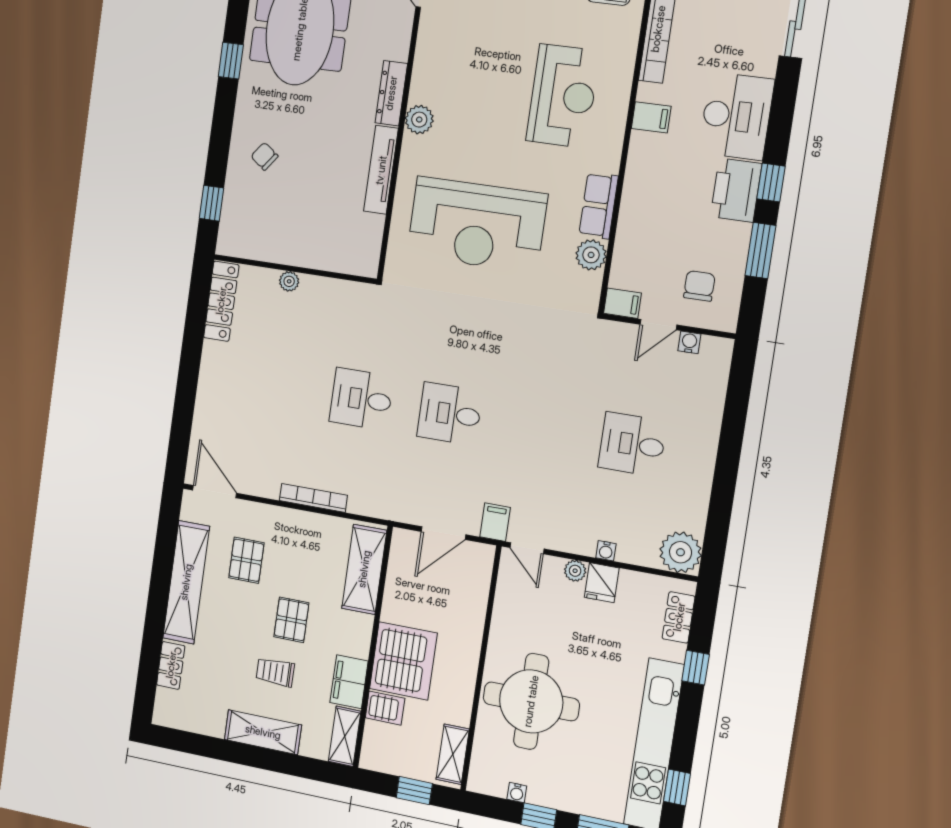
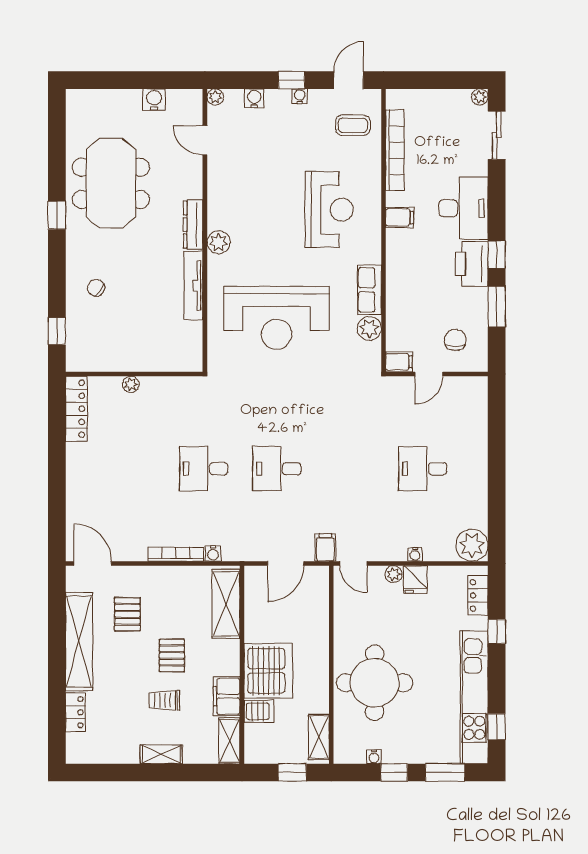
water cooler: (689, 342) -> (213, 554), moved, turned 180
shelving: (263, 732) -> (161, 754), width x0.67, depth x0.75

